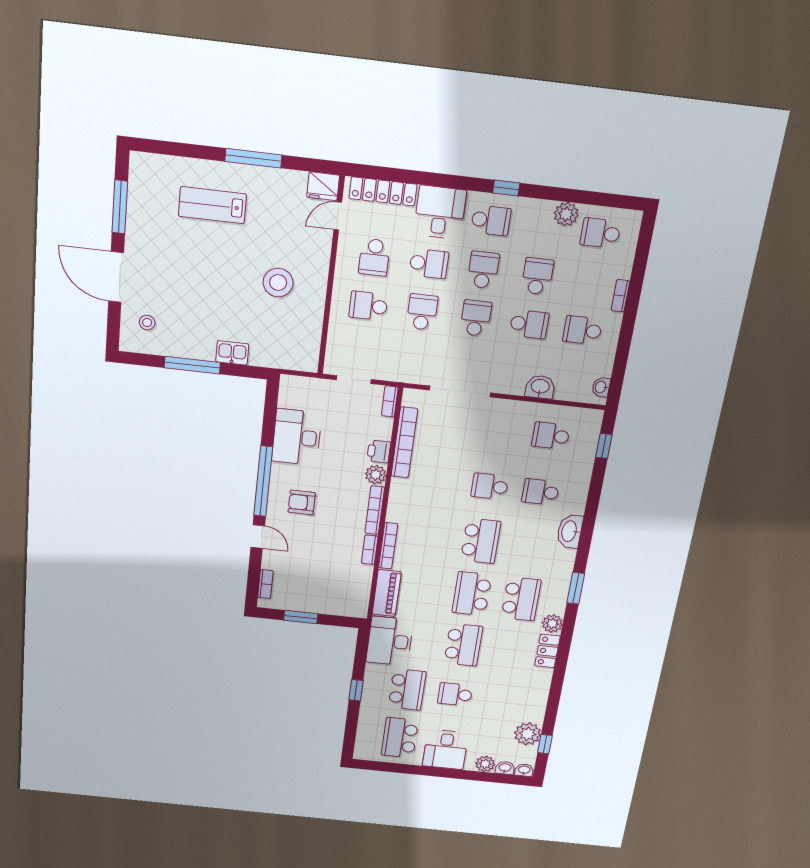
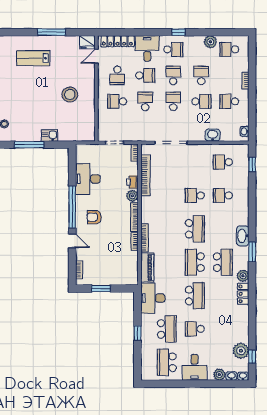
washbasin: (570, 531) -> (243, 236), moved

